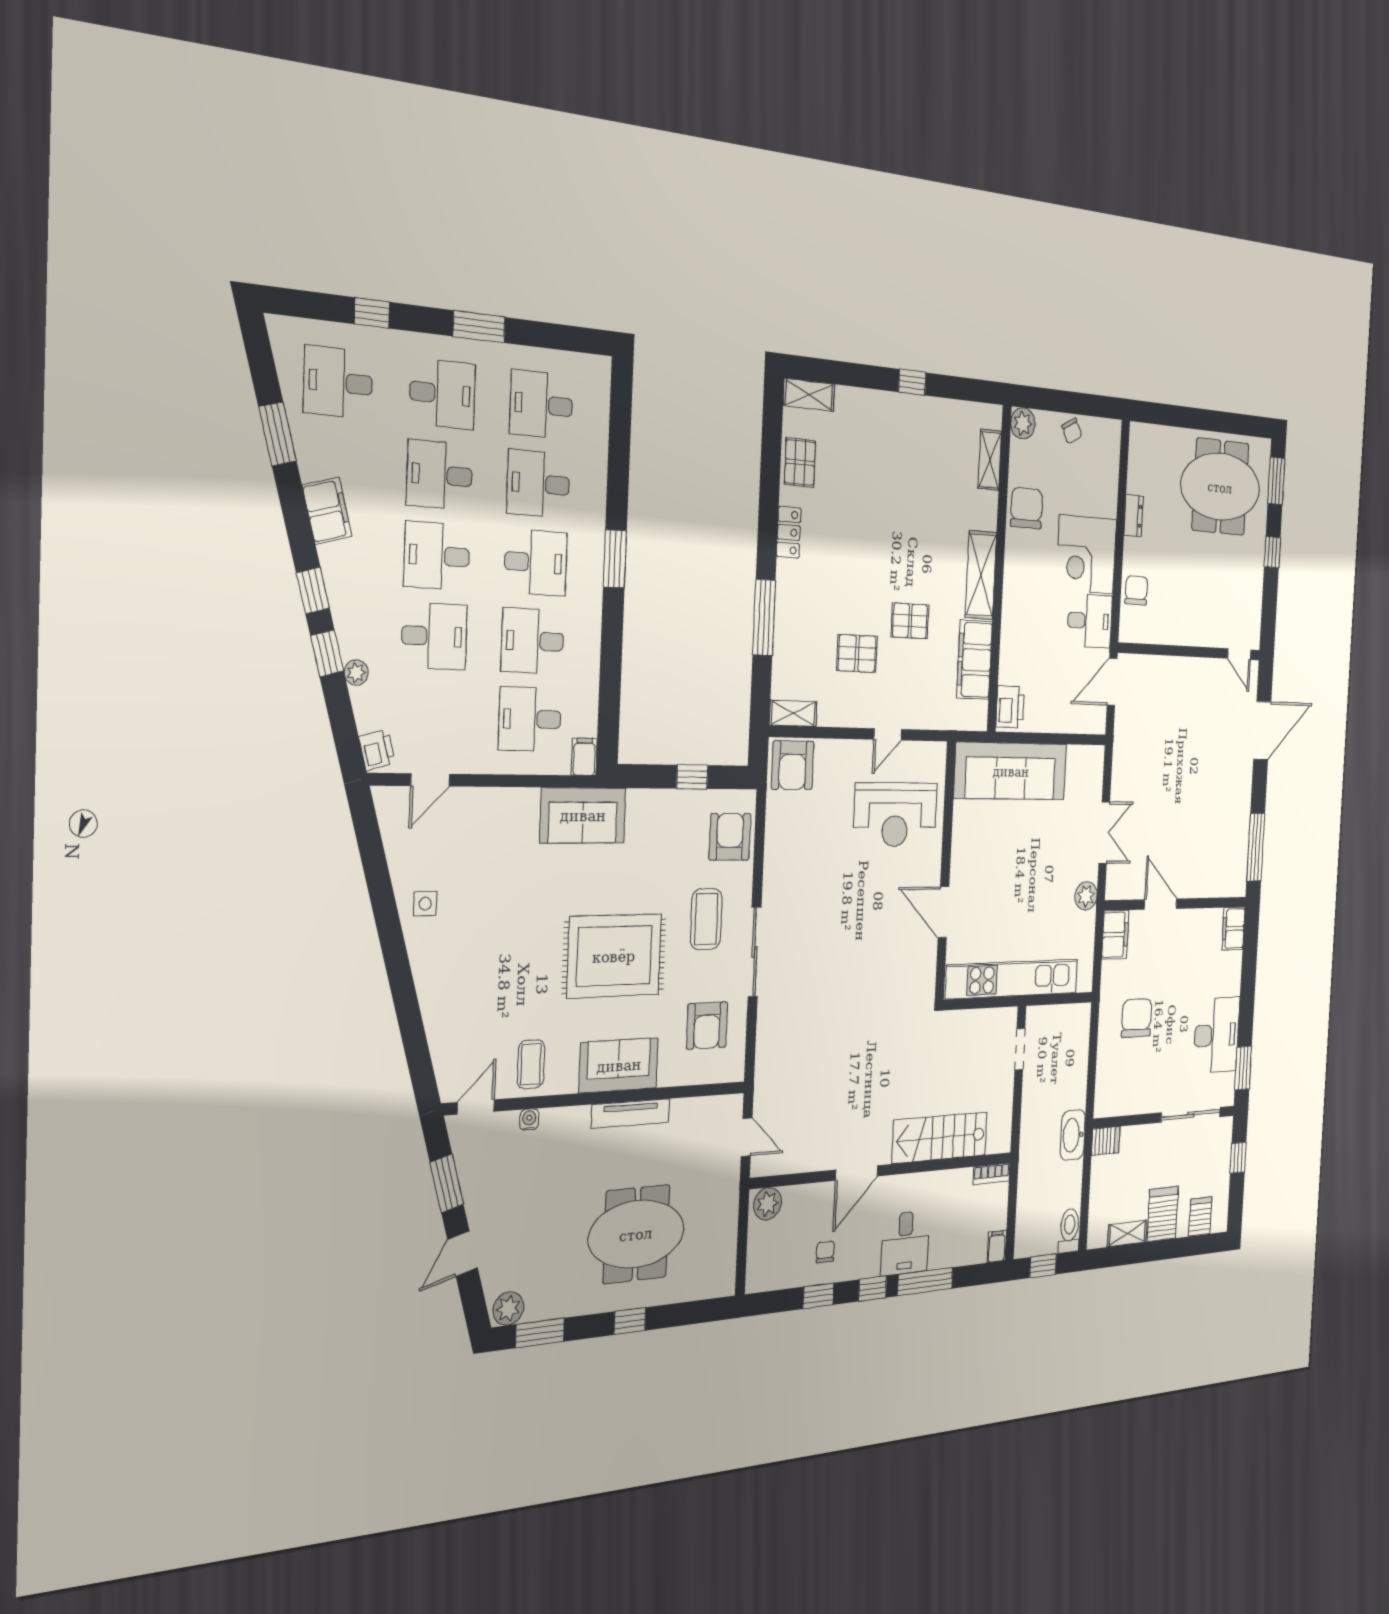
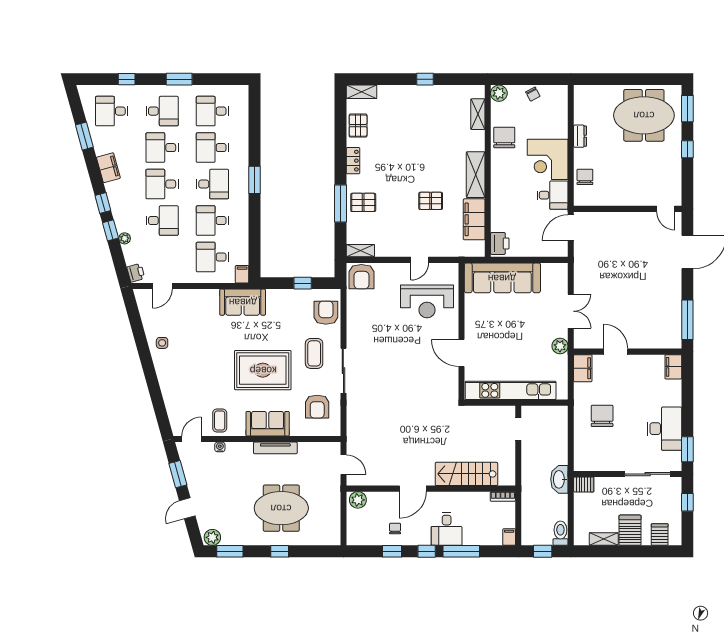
pallet: (857, 653) -> (363, 202), moved

